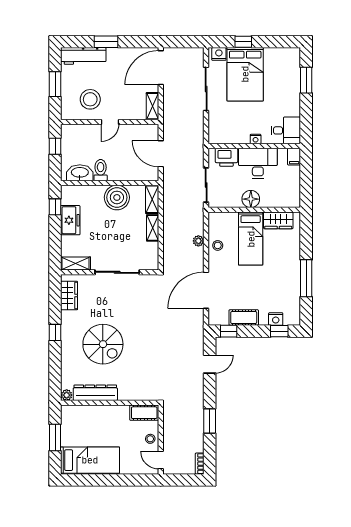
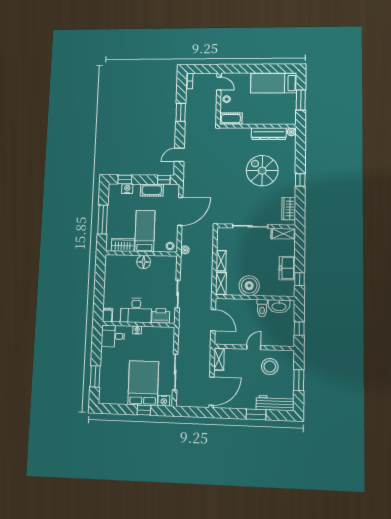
floor lamp: (251, 199) -> (144, 262), moved
wall: (254, 210) -> (141, 253), moved
wardrobe: (278, 220) -> (123, 245), moved
bed: (251, 239) -> (145, 231), moved

